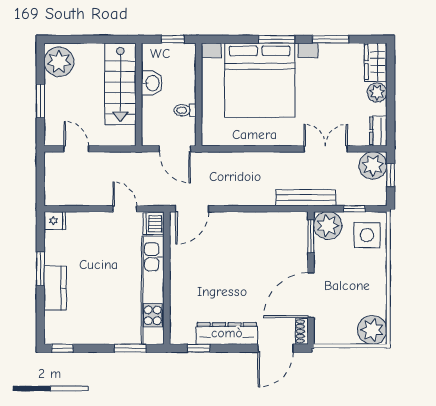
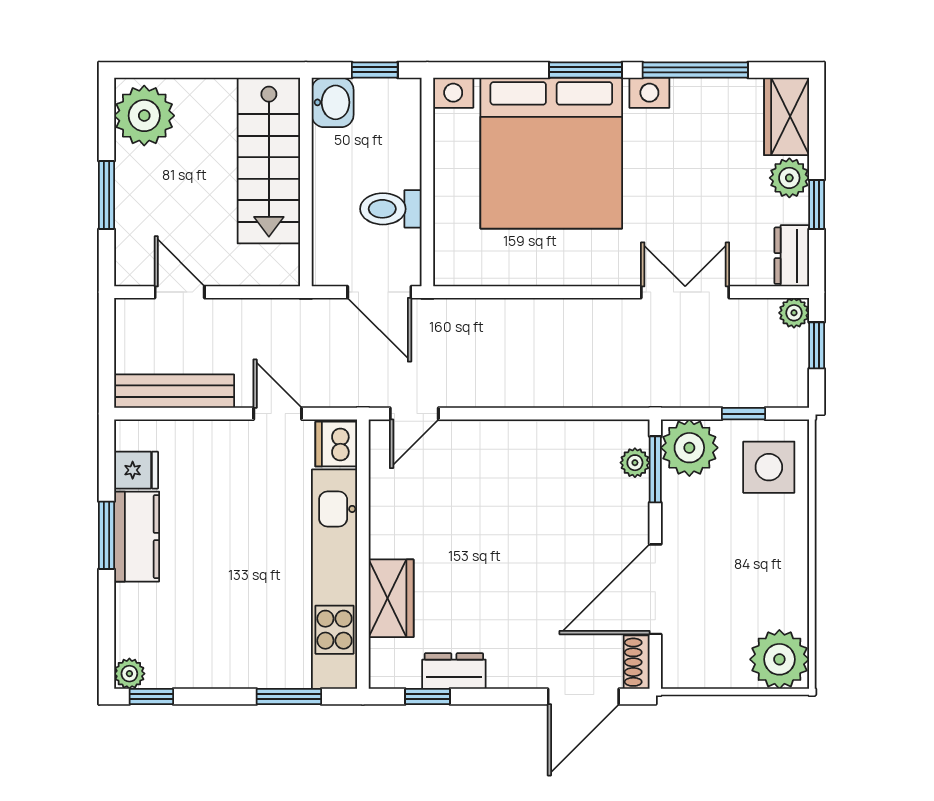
window: (331, 39) -> (695, 70), width x1.44
washbasin: (152, 83) -> (333, 102), moved
window: (391, 106) -> (817, 204), added
toilet: (185, 110) -> (391, 209), width x1.37, depth x1.39
plant: (373, 165) -> (794, 313), width x0.53, depth x0.53
bench: (306, 198) -> (174, 391), moved
door: (192, 209) -> (414, 414), width x0.73
fridge: (55, 221) -> (136, 470), moved
plant: (301, 233) -> (635, 463), added
kitchen counter: (55, 288) -> (137, 537), moved
wardrobe: (181, 300) -> (391, 598), added
dresser: (227, 333) -> (454, 671), width x0.51, depth x0.80
plant: (52, 337) -> (129, 674), added

